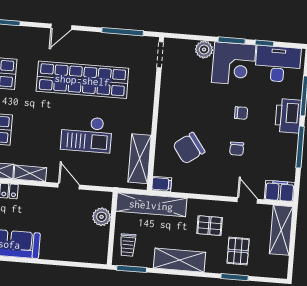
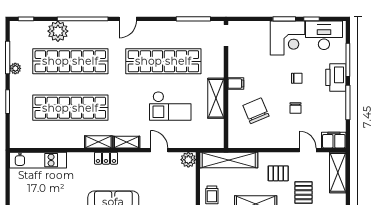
door: (61, 27) -> (128, 19), moved
plant: (204, 49) -> (262, 28), removed
chair: (189, 148) -> (256, 111), turned 103
shelving: (140, 159) -> (216, 98), moved
filing cabinet: (162, 184) -> (236, 84), moved
plant: (101, 217) -> (188, 160), moved

